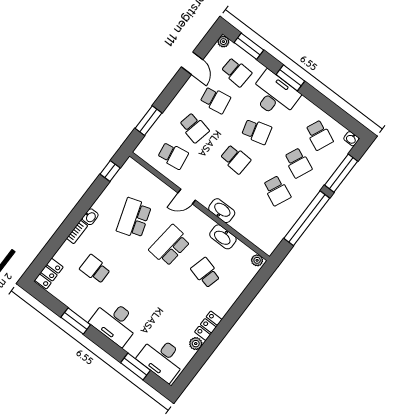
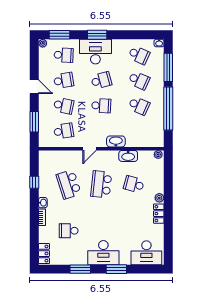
door: (192, 63) -> (34, 87), moved
window: (110, 171) -> (34, 182), moved
plant: (196, 344) -> (159, 198), moved
window: (135, 367) -> (116, 269), moved

